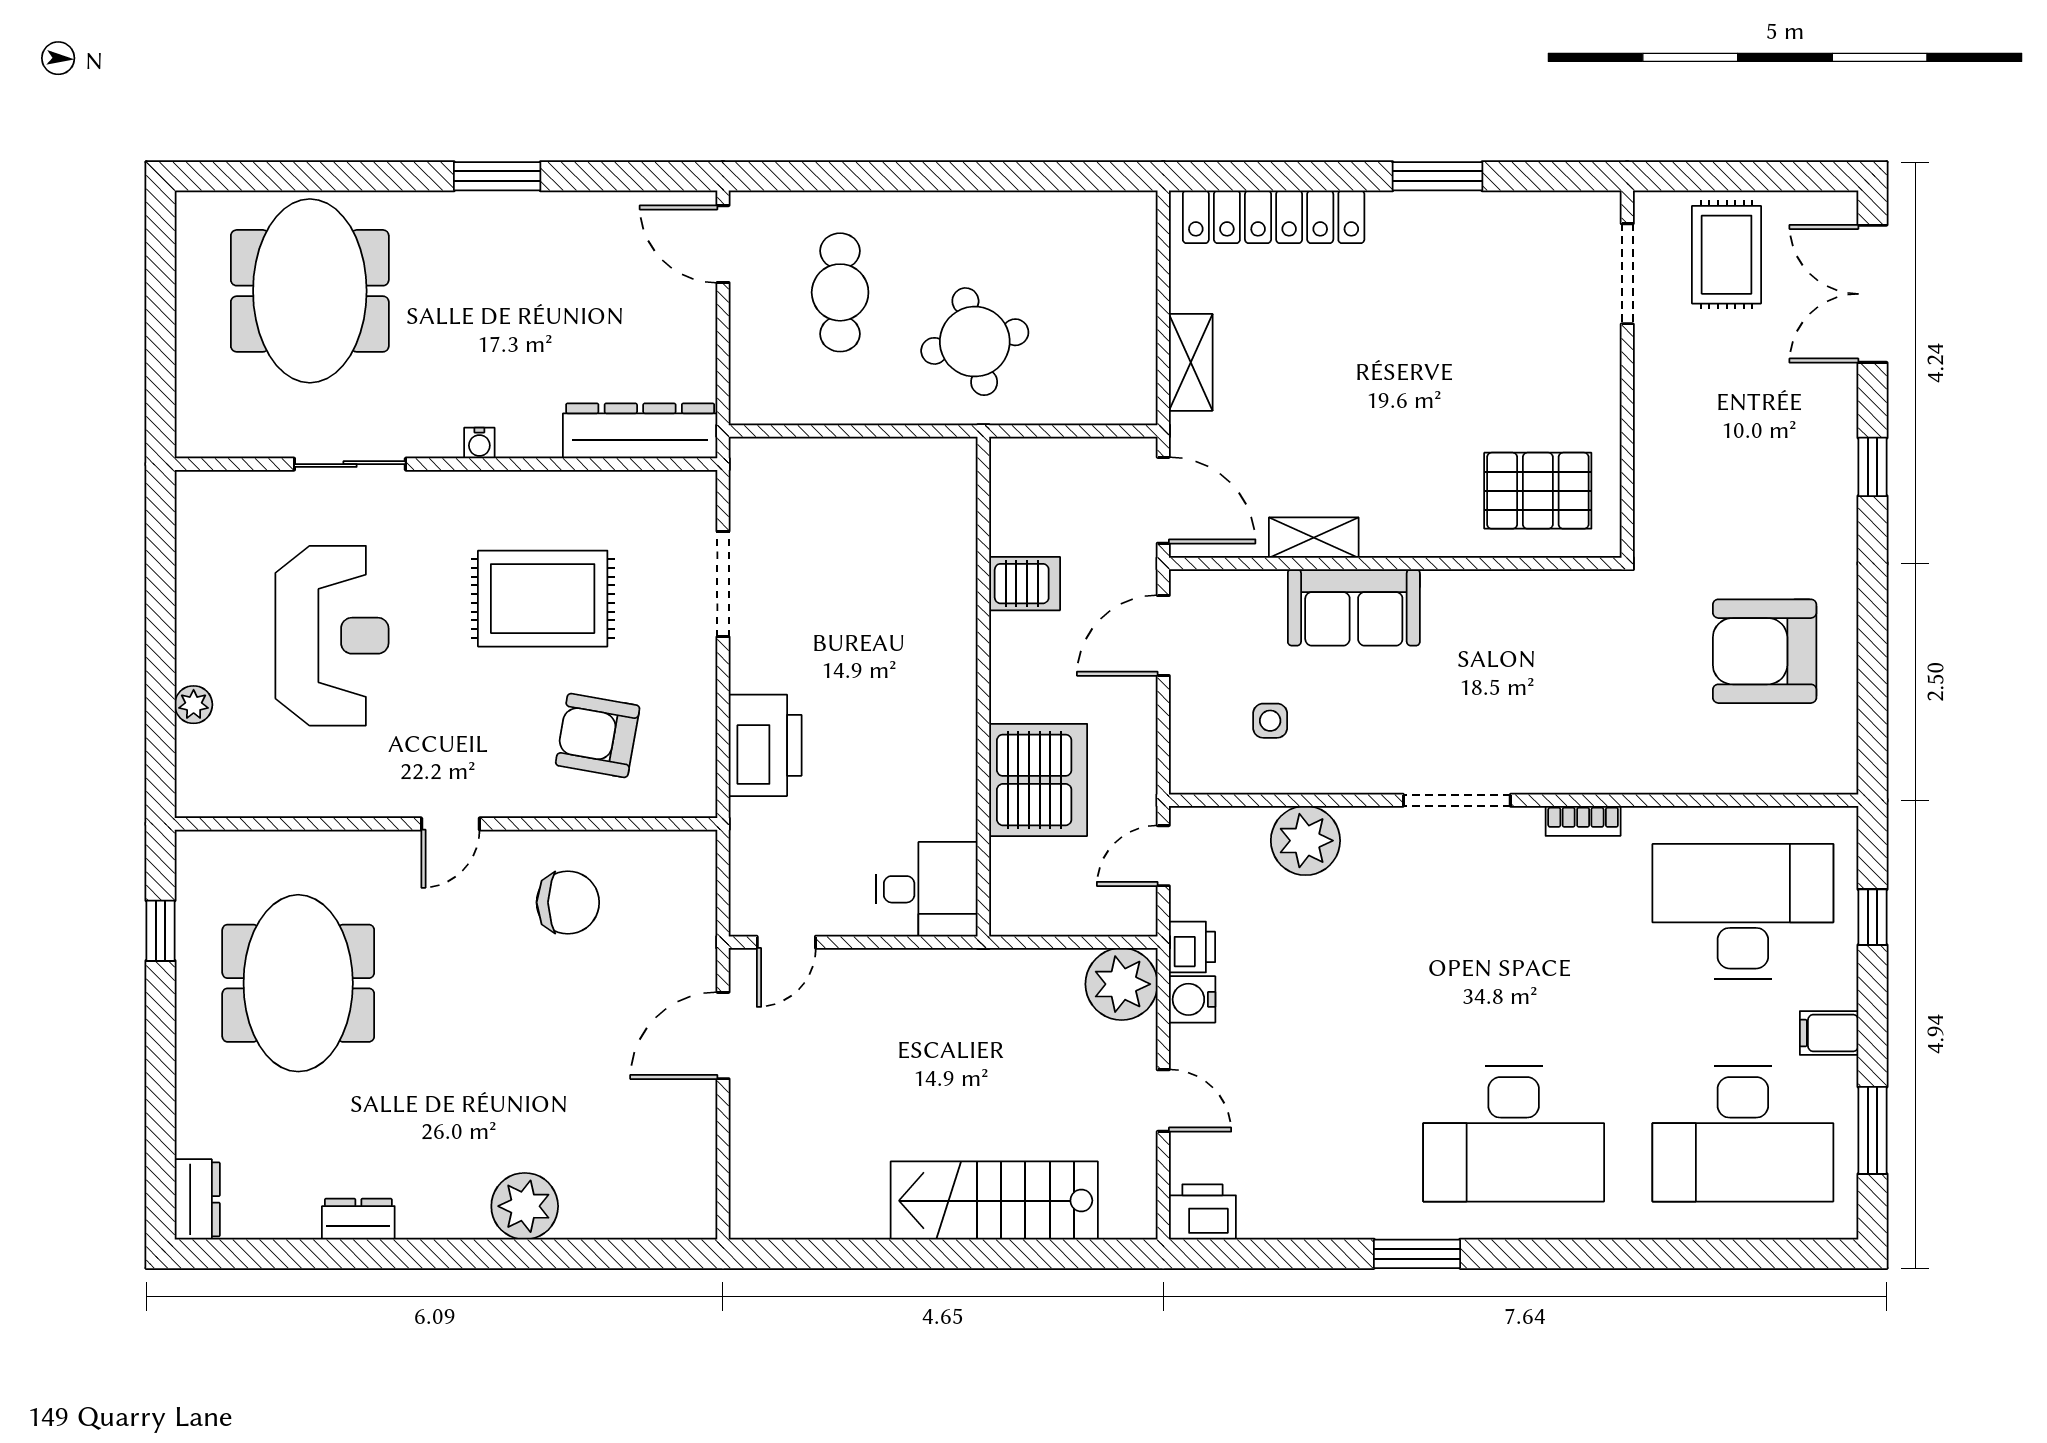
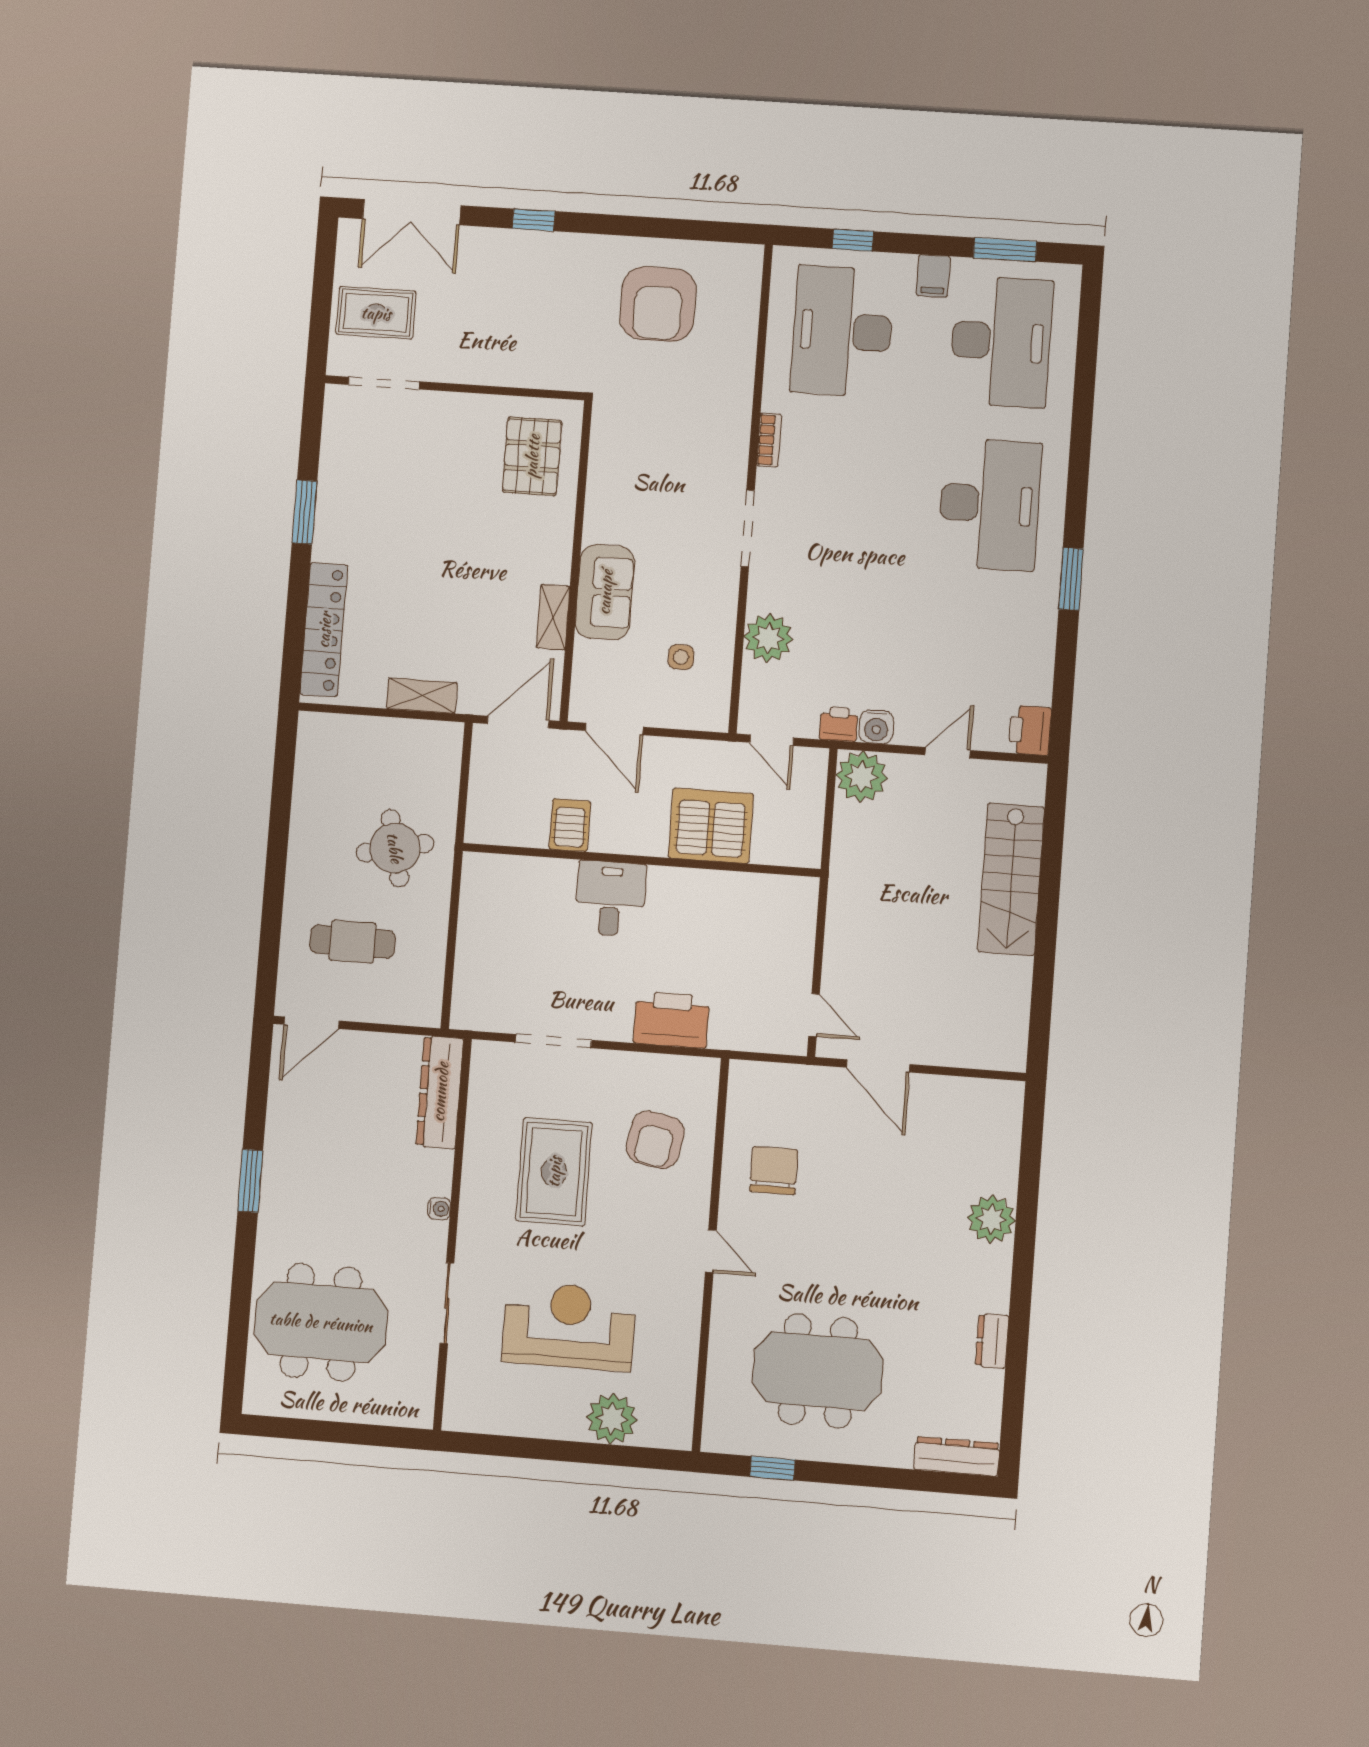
plant: (194, 705) -> (612, 1419), width x1.88, depth x1.88
desk: (927, 889) -> (610, 899), moved
dresser: (197, 1199) -> (957, 1456), width x1.44

